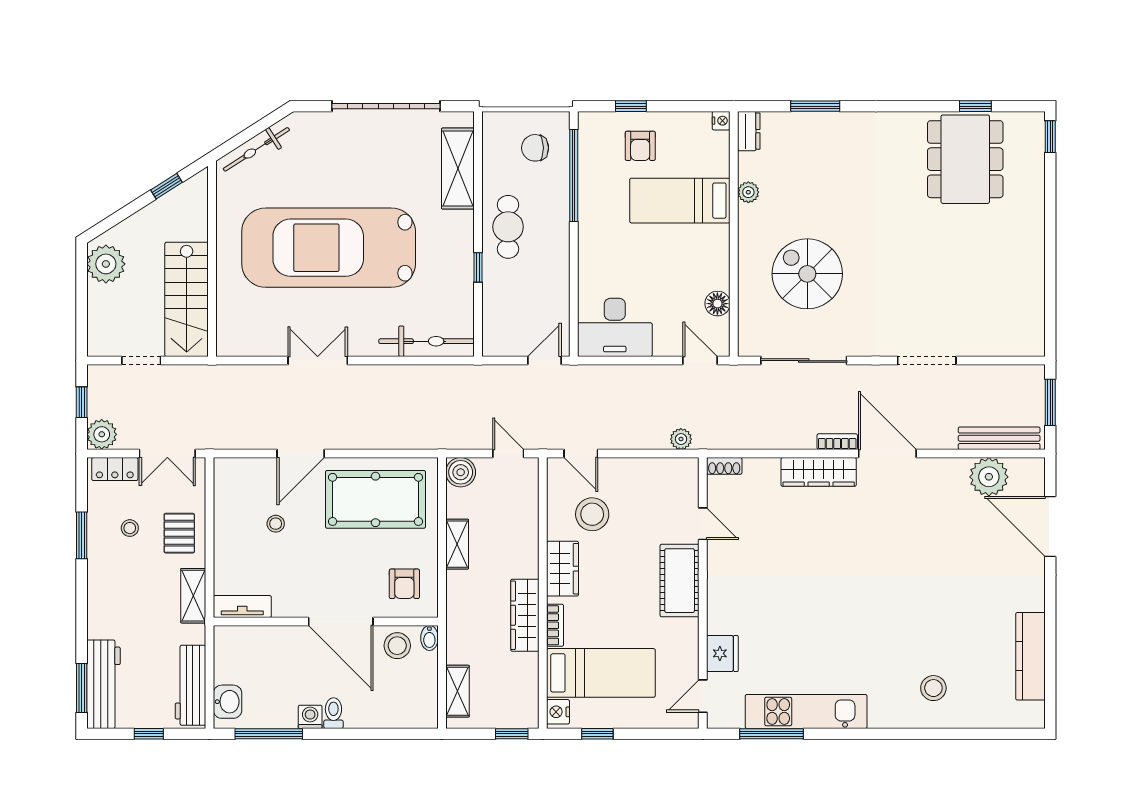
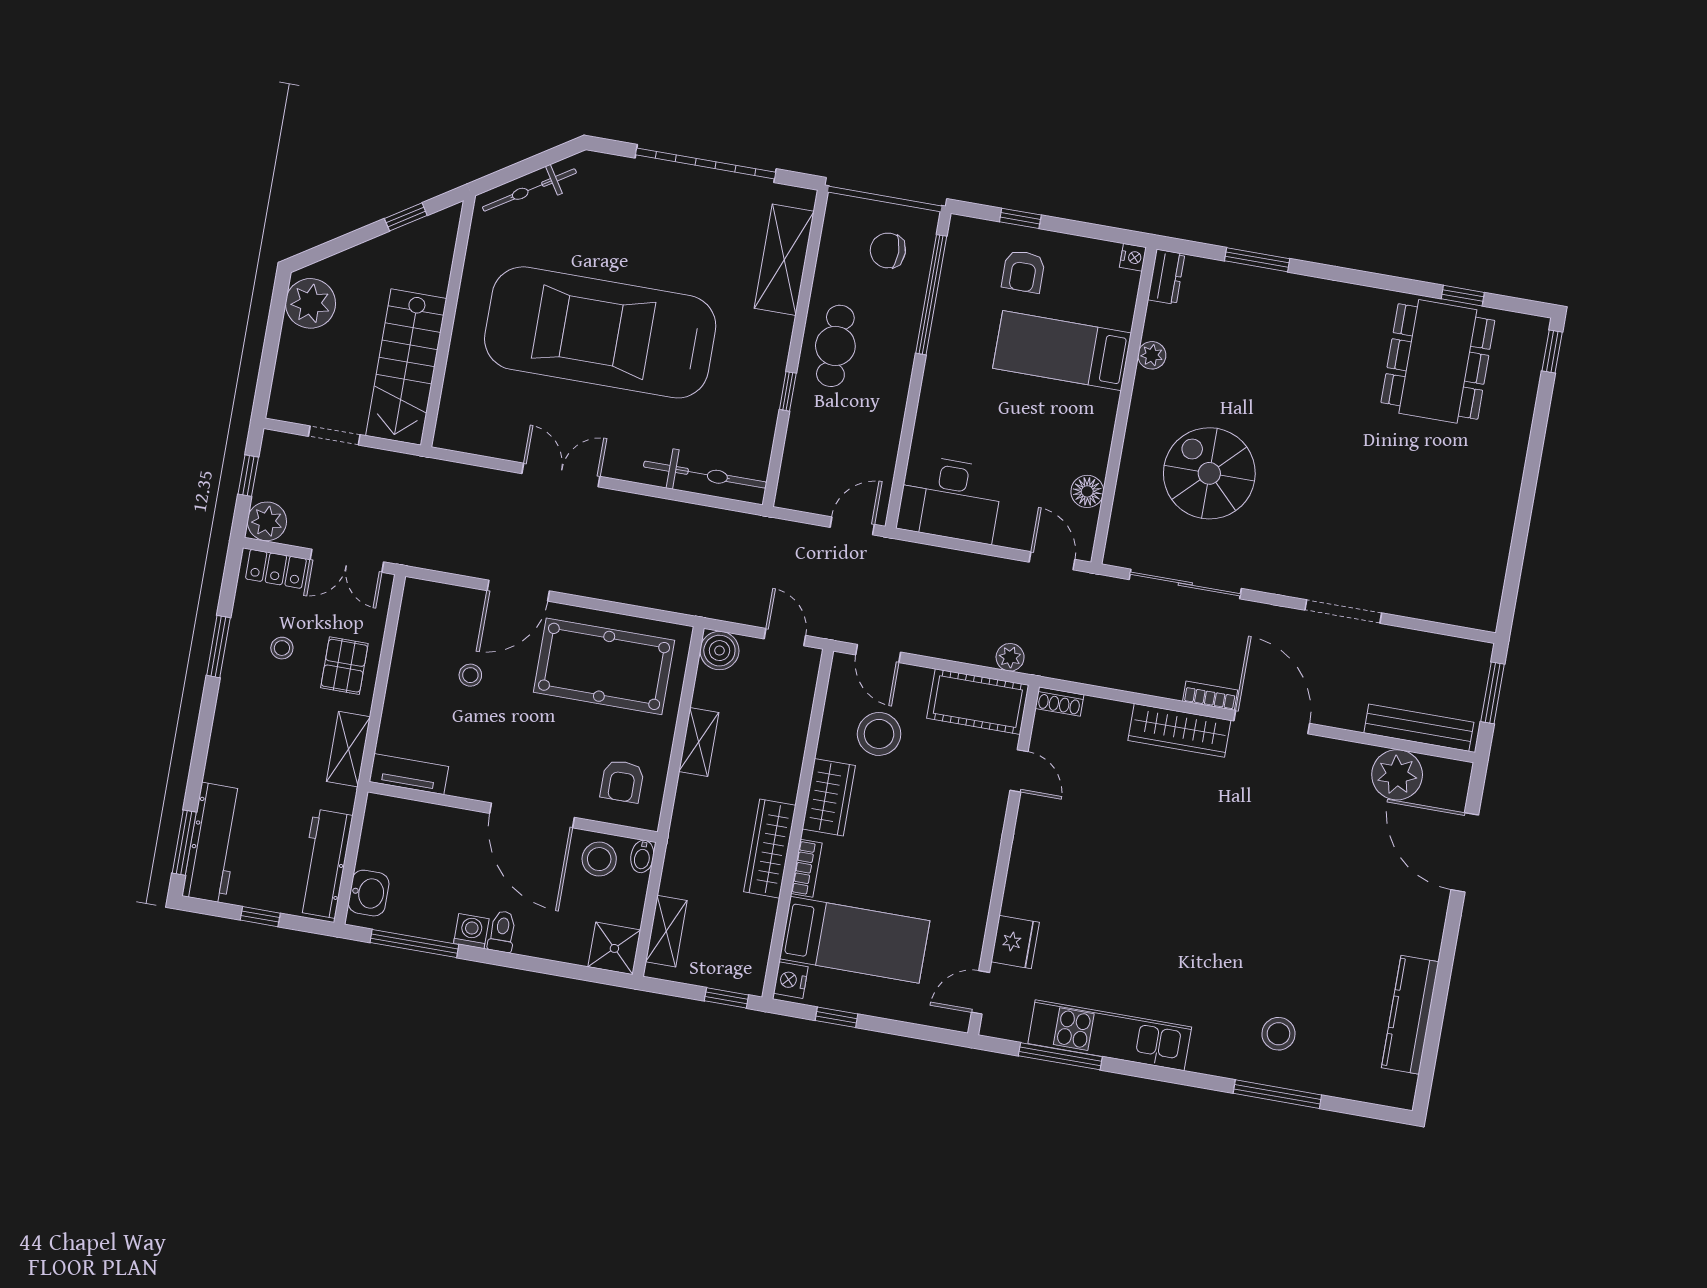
cot: (680, 581) -> (978, 702), moved, turned 90
shower: (421, 711) -> (614, 948), added
window: (941, 734) -> (1277, 1094), added

